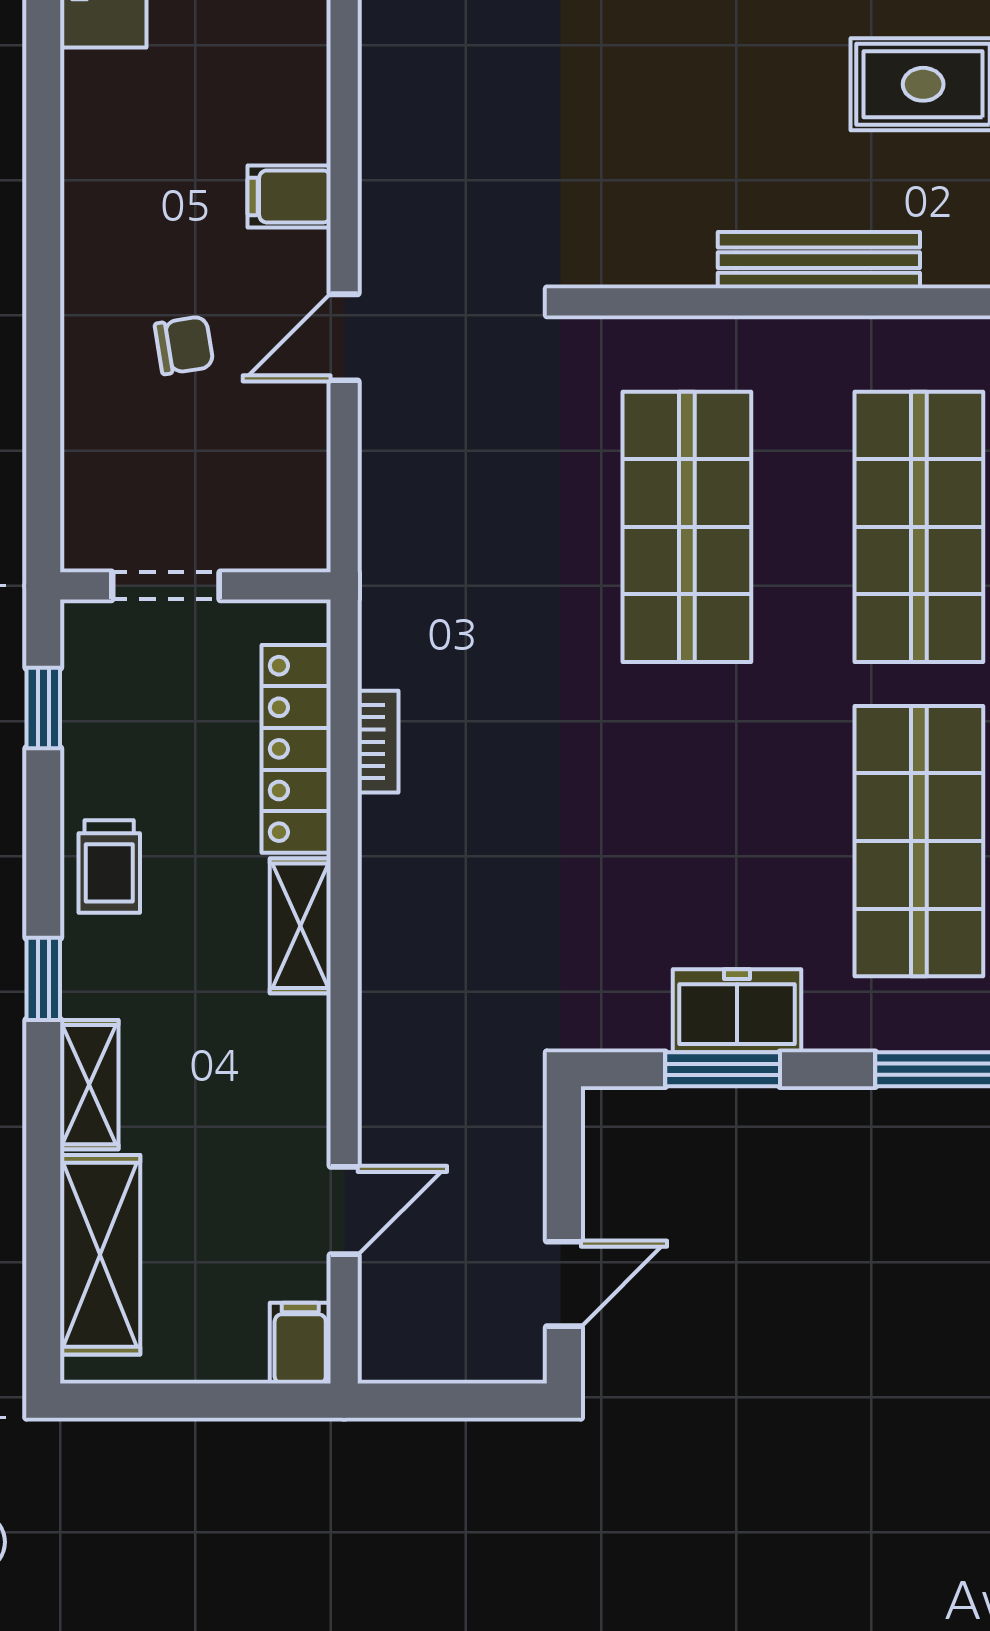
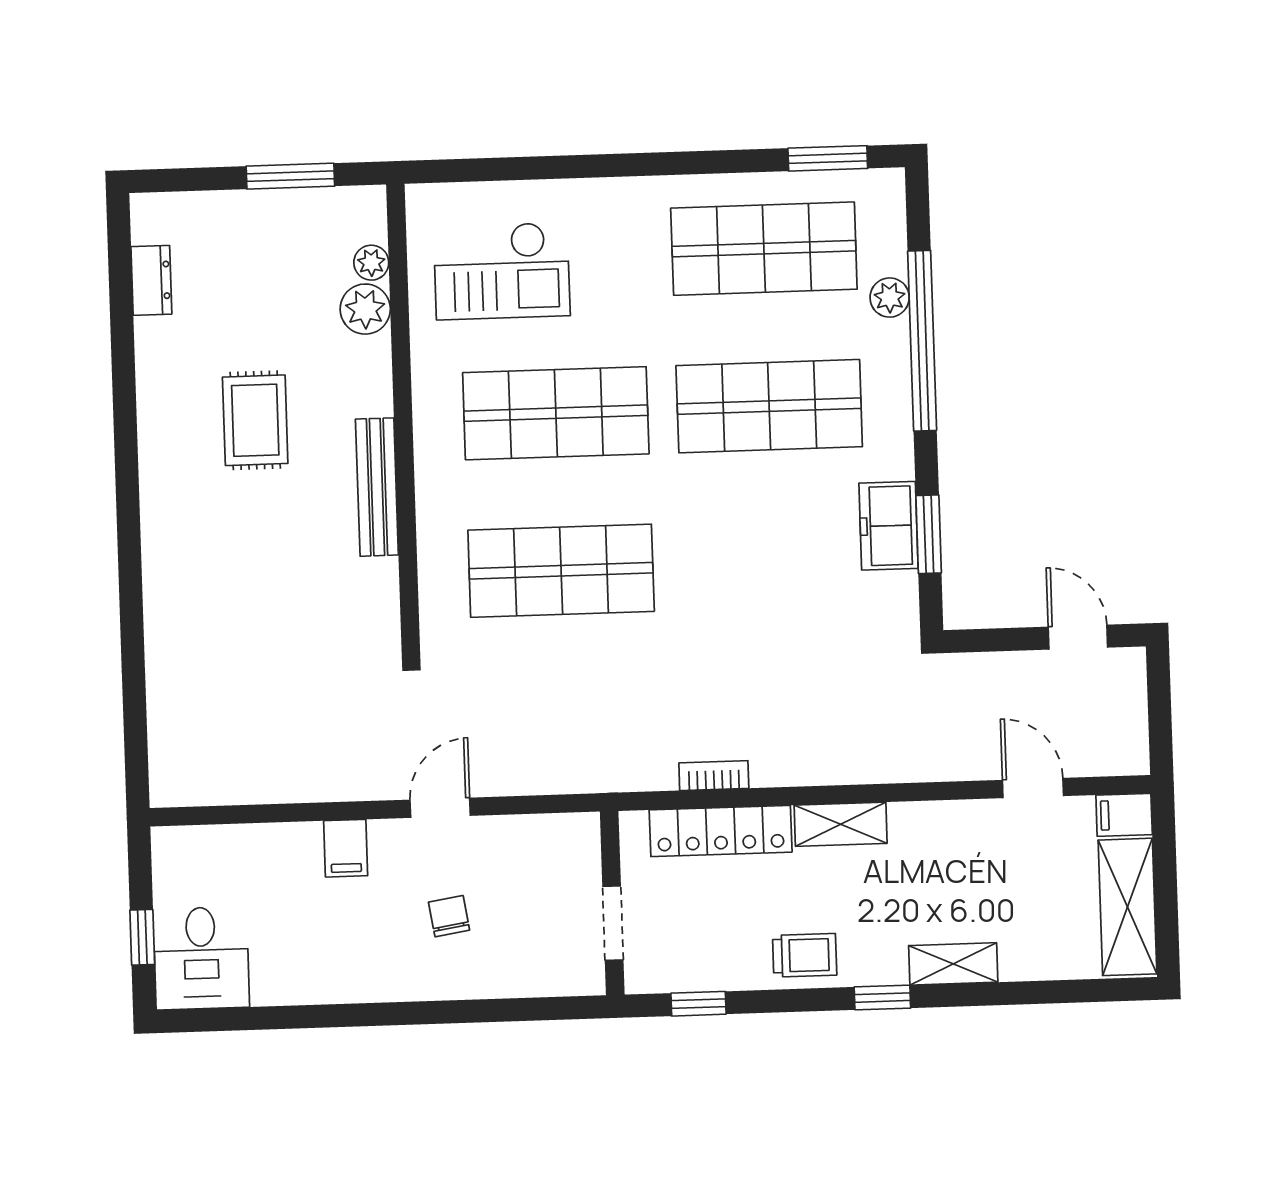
door: (344, 337) -> (440, 808), swing flipped
shelving: (100, 1255) -> (1127, 907), moved, turned 90

